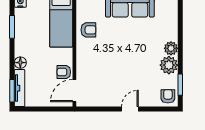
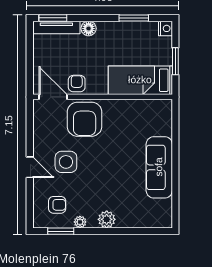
armchair: (88, 30) -> (85, 119), moved, width x1.88, depth x1.88
plant: (169, 65) -> (80, 222), width x0.53, depth x0.53
side table: (126, 80) -> (66, 162), added
armchair: (168, 96) -> (57, 205), moved

